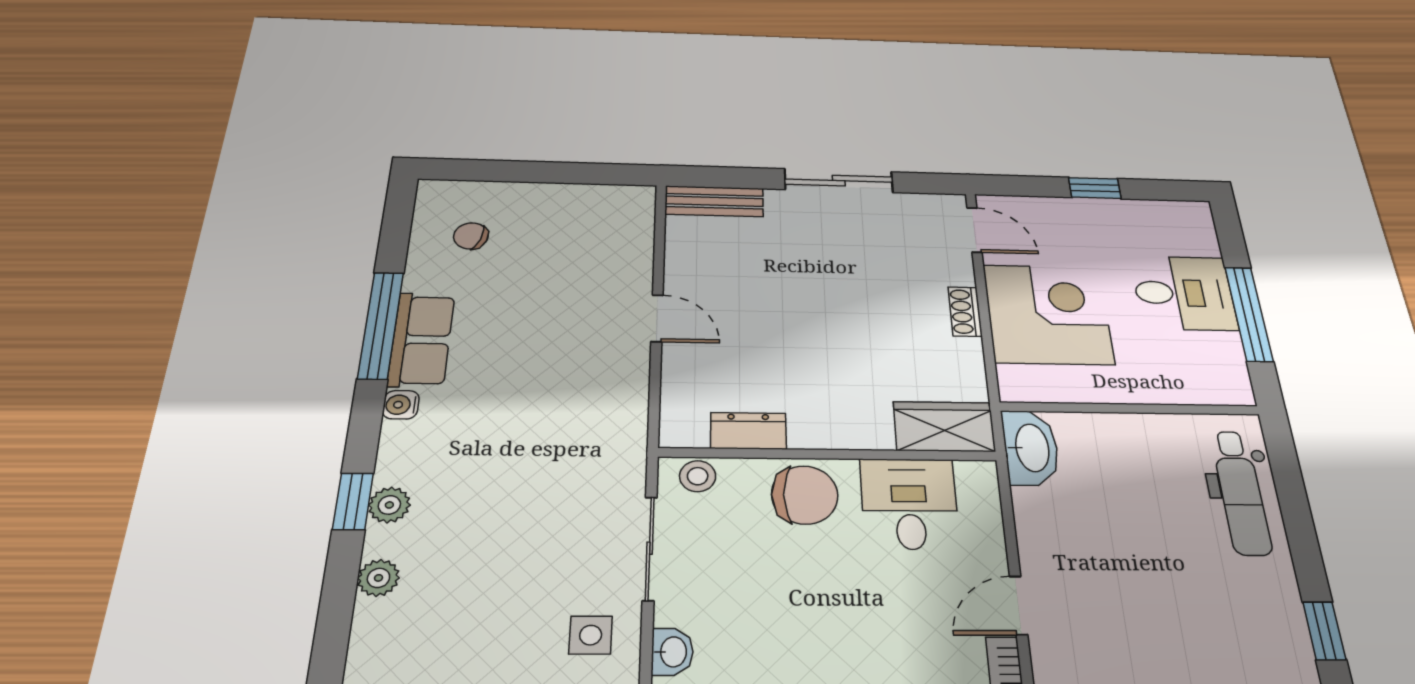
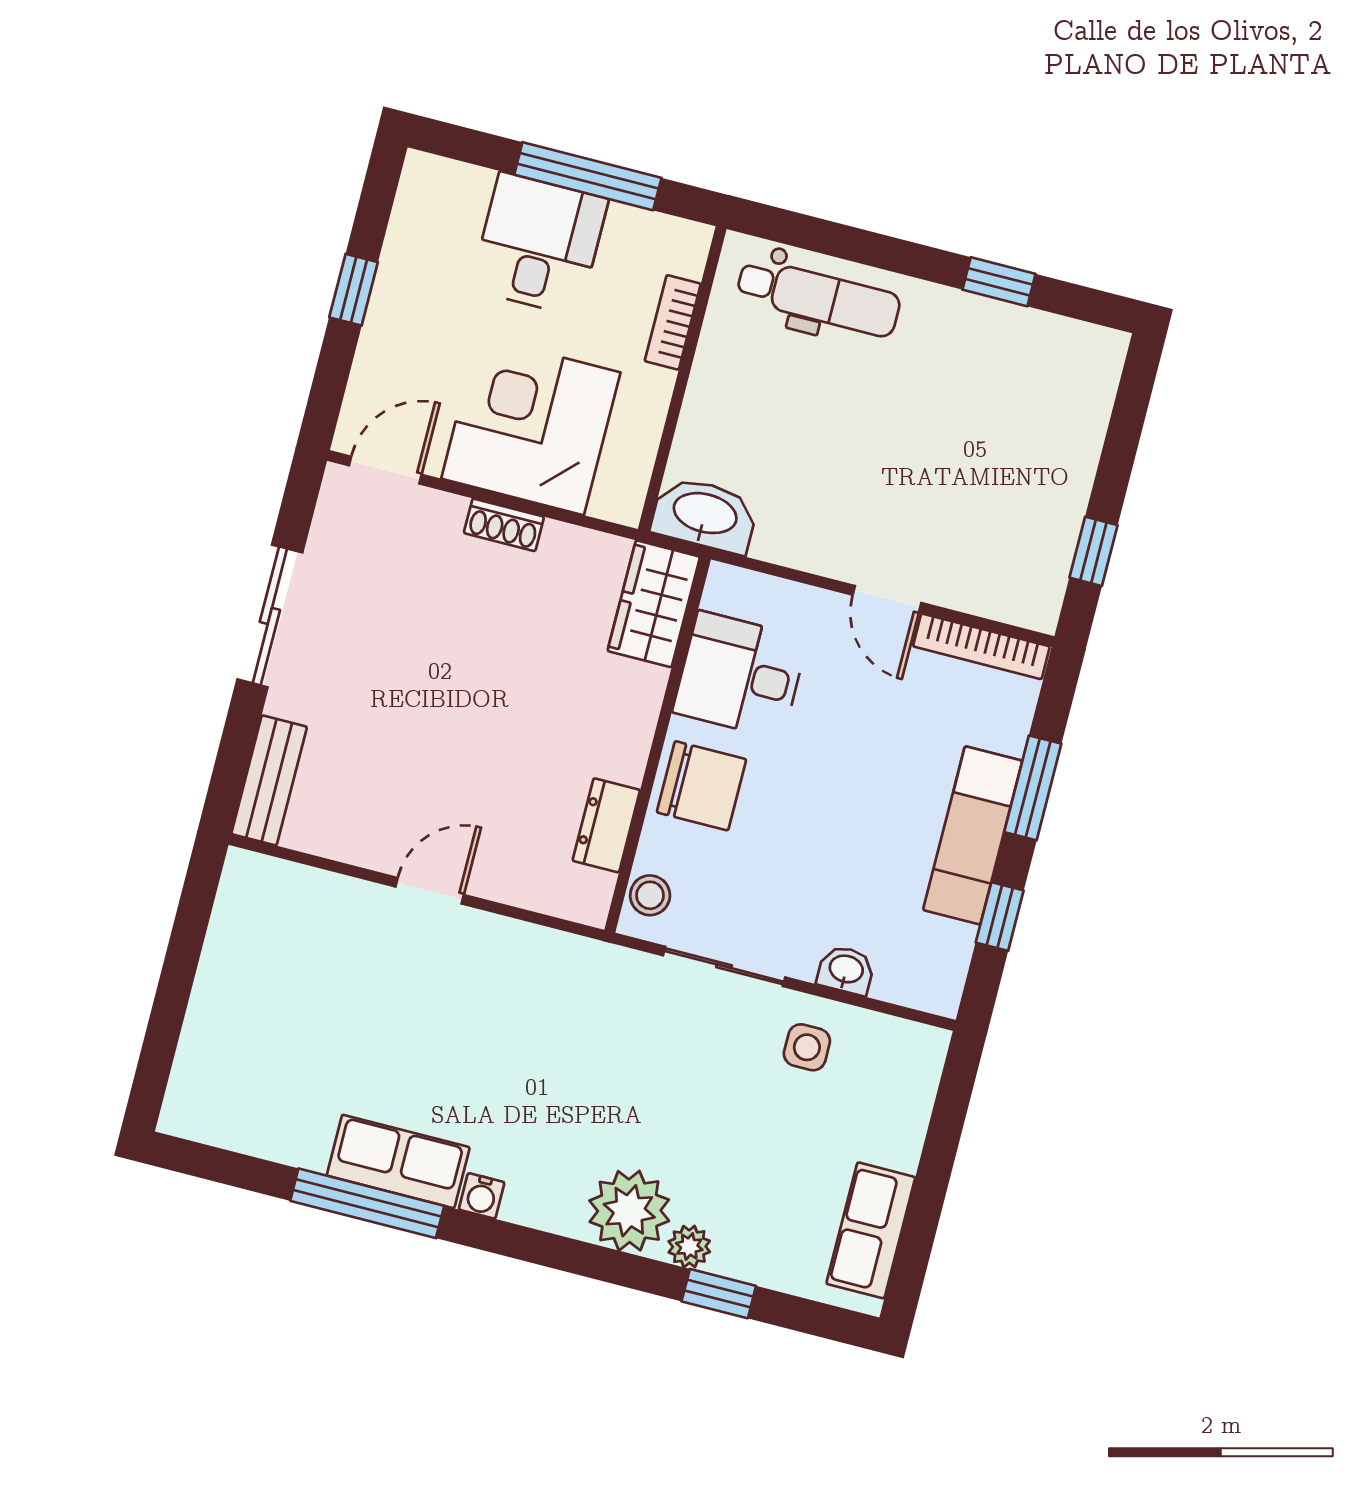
chair: (471, 236) -> (259, 1082), removed
bookcase: (1170, 393) -> (673, 322), added
chair: (805, 495) -> (701, 786), turned 90
window: (353, 501) -> (719, 1294), moved
plant: (389, 505) -> (629, 1211), width x1.88, depth x1.88

